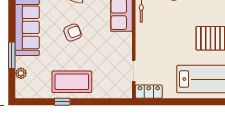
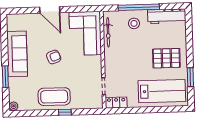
plant: (21, 73) -> (14, 106), moved
window: (62, 102) -> (65, 112), moved

